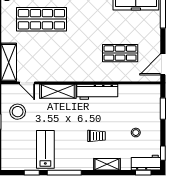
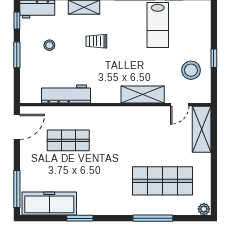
door: (27, 83) -> (180, 105), swing flipped
workbench: (97, 92) -> (66, 94), moved
window: (163, 109) -> (17, 55), moved

